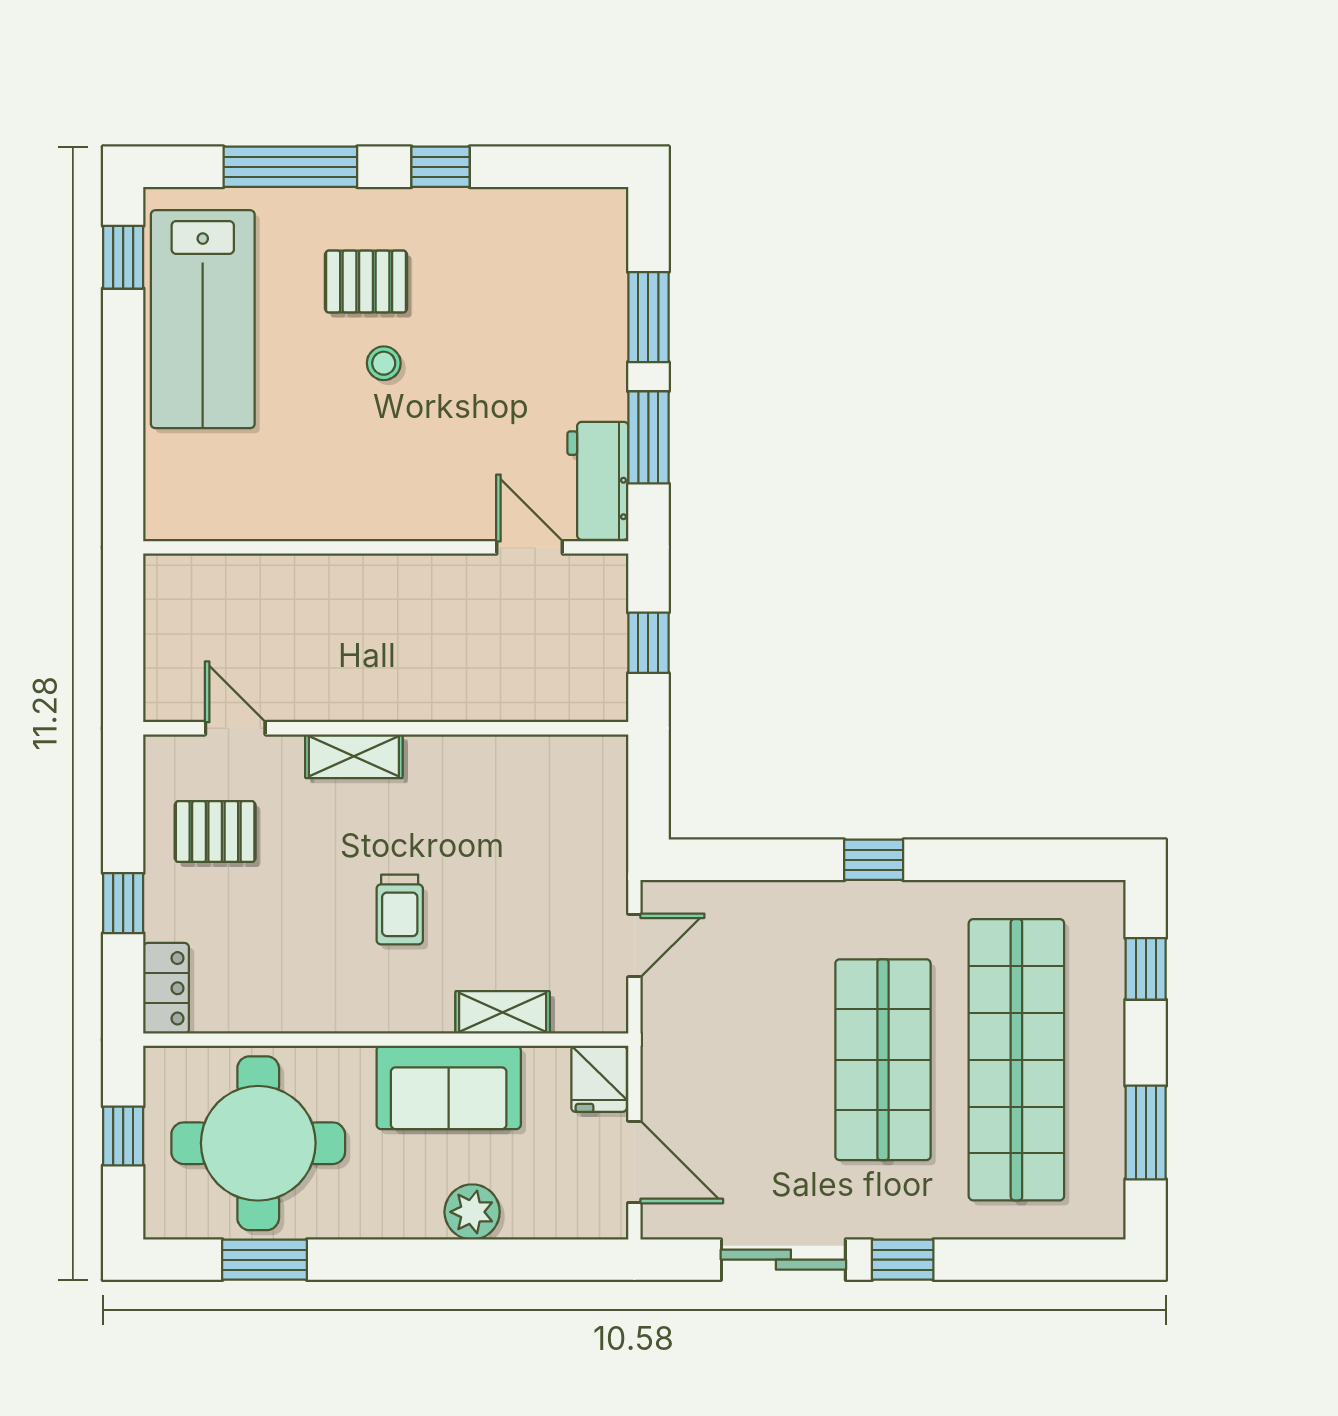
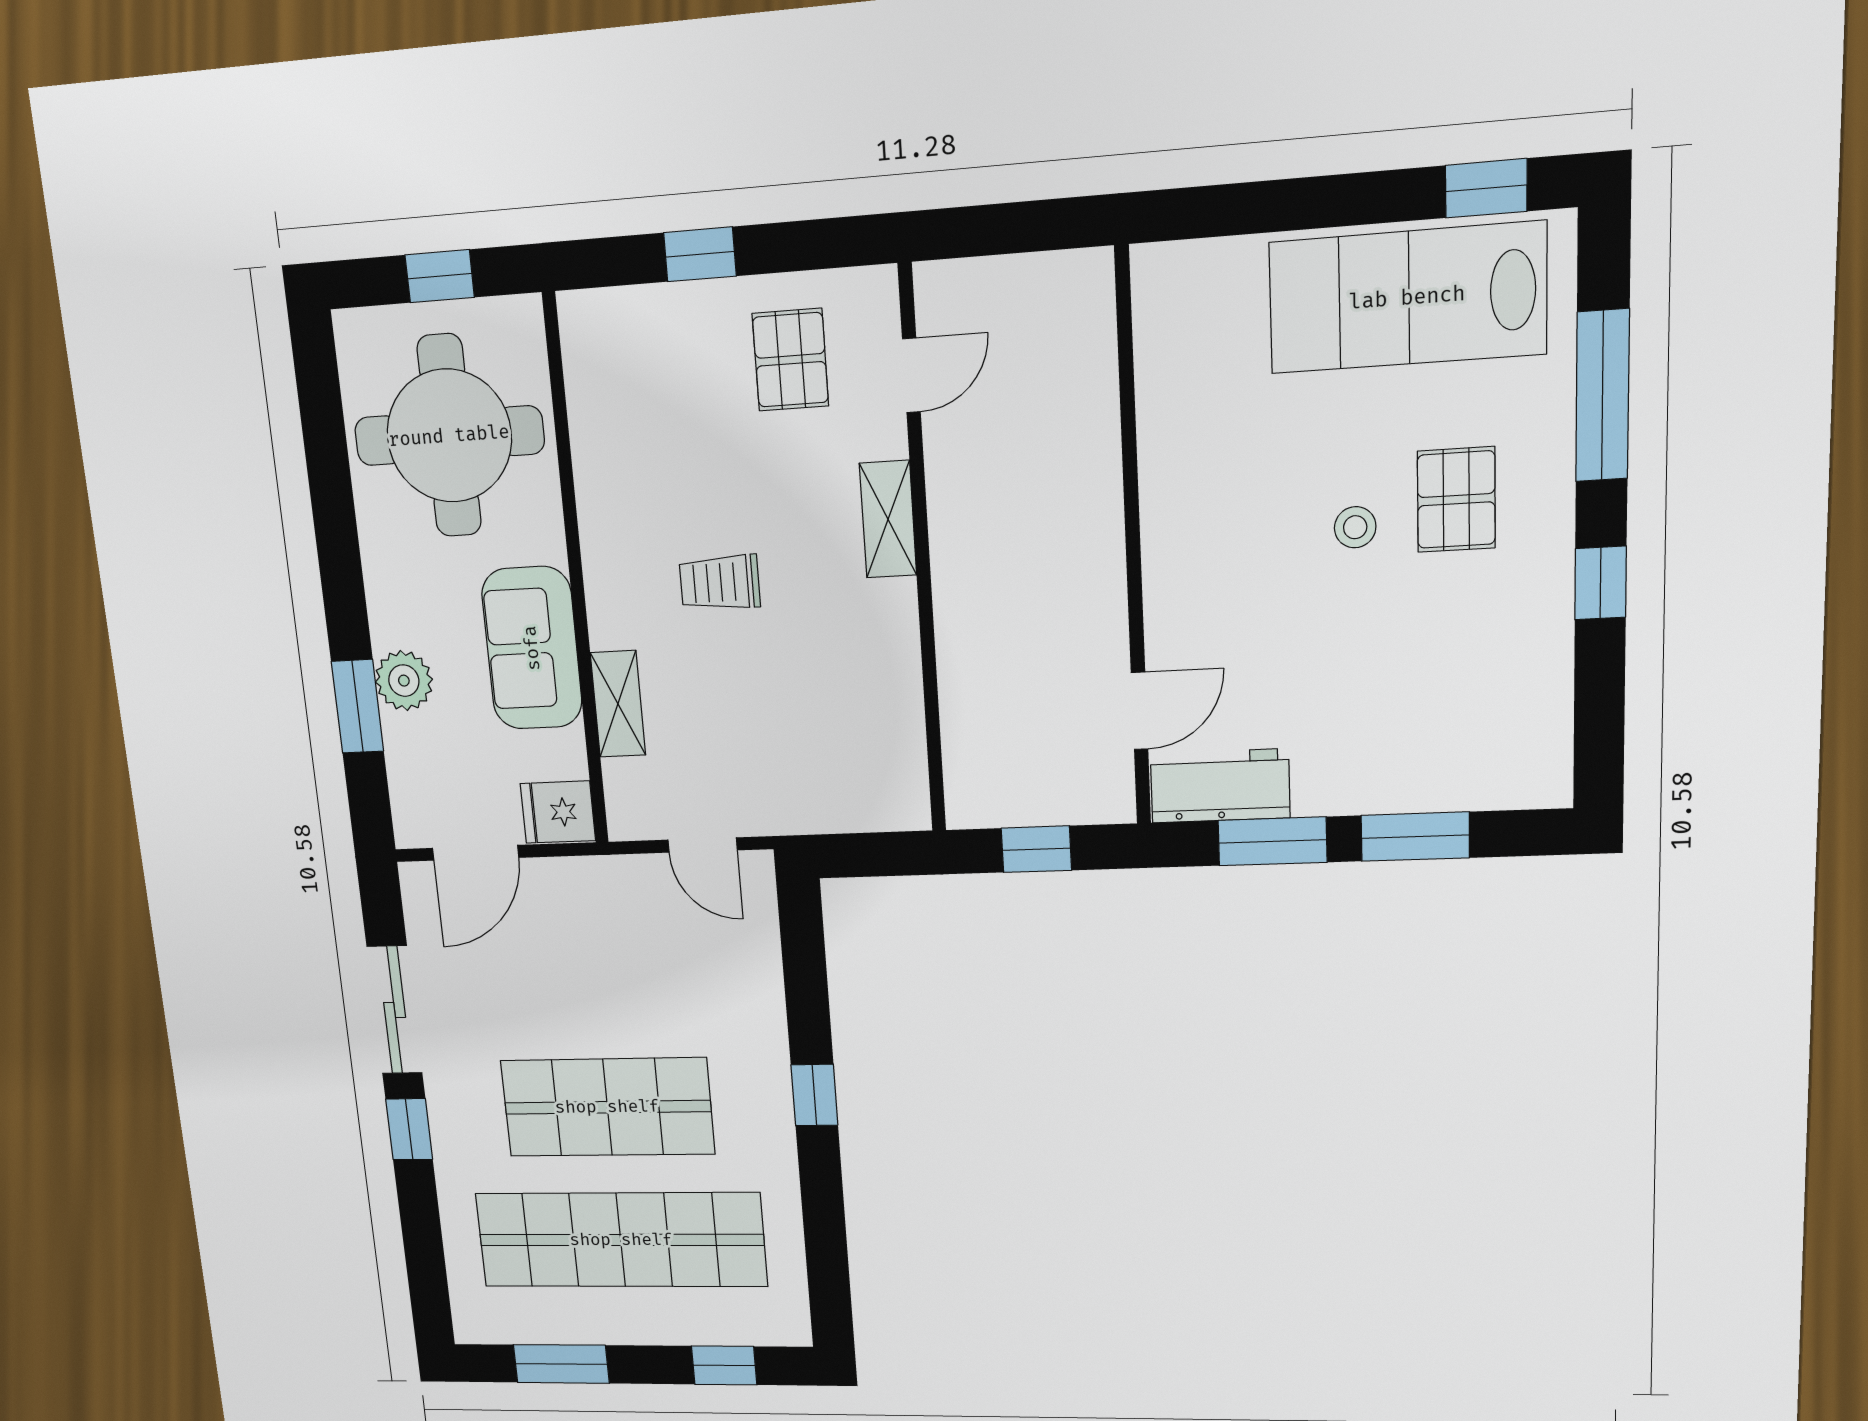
locker: (166, 988) -> (608, 314), removed
window: (265, 1260) -> (357, 706), moved

